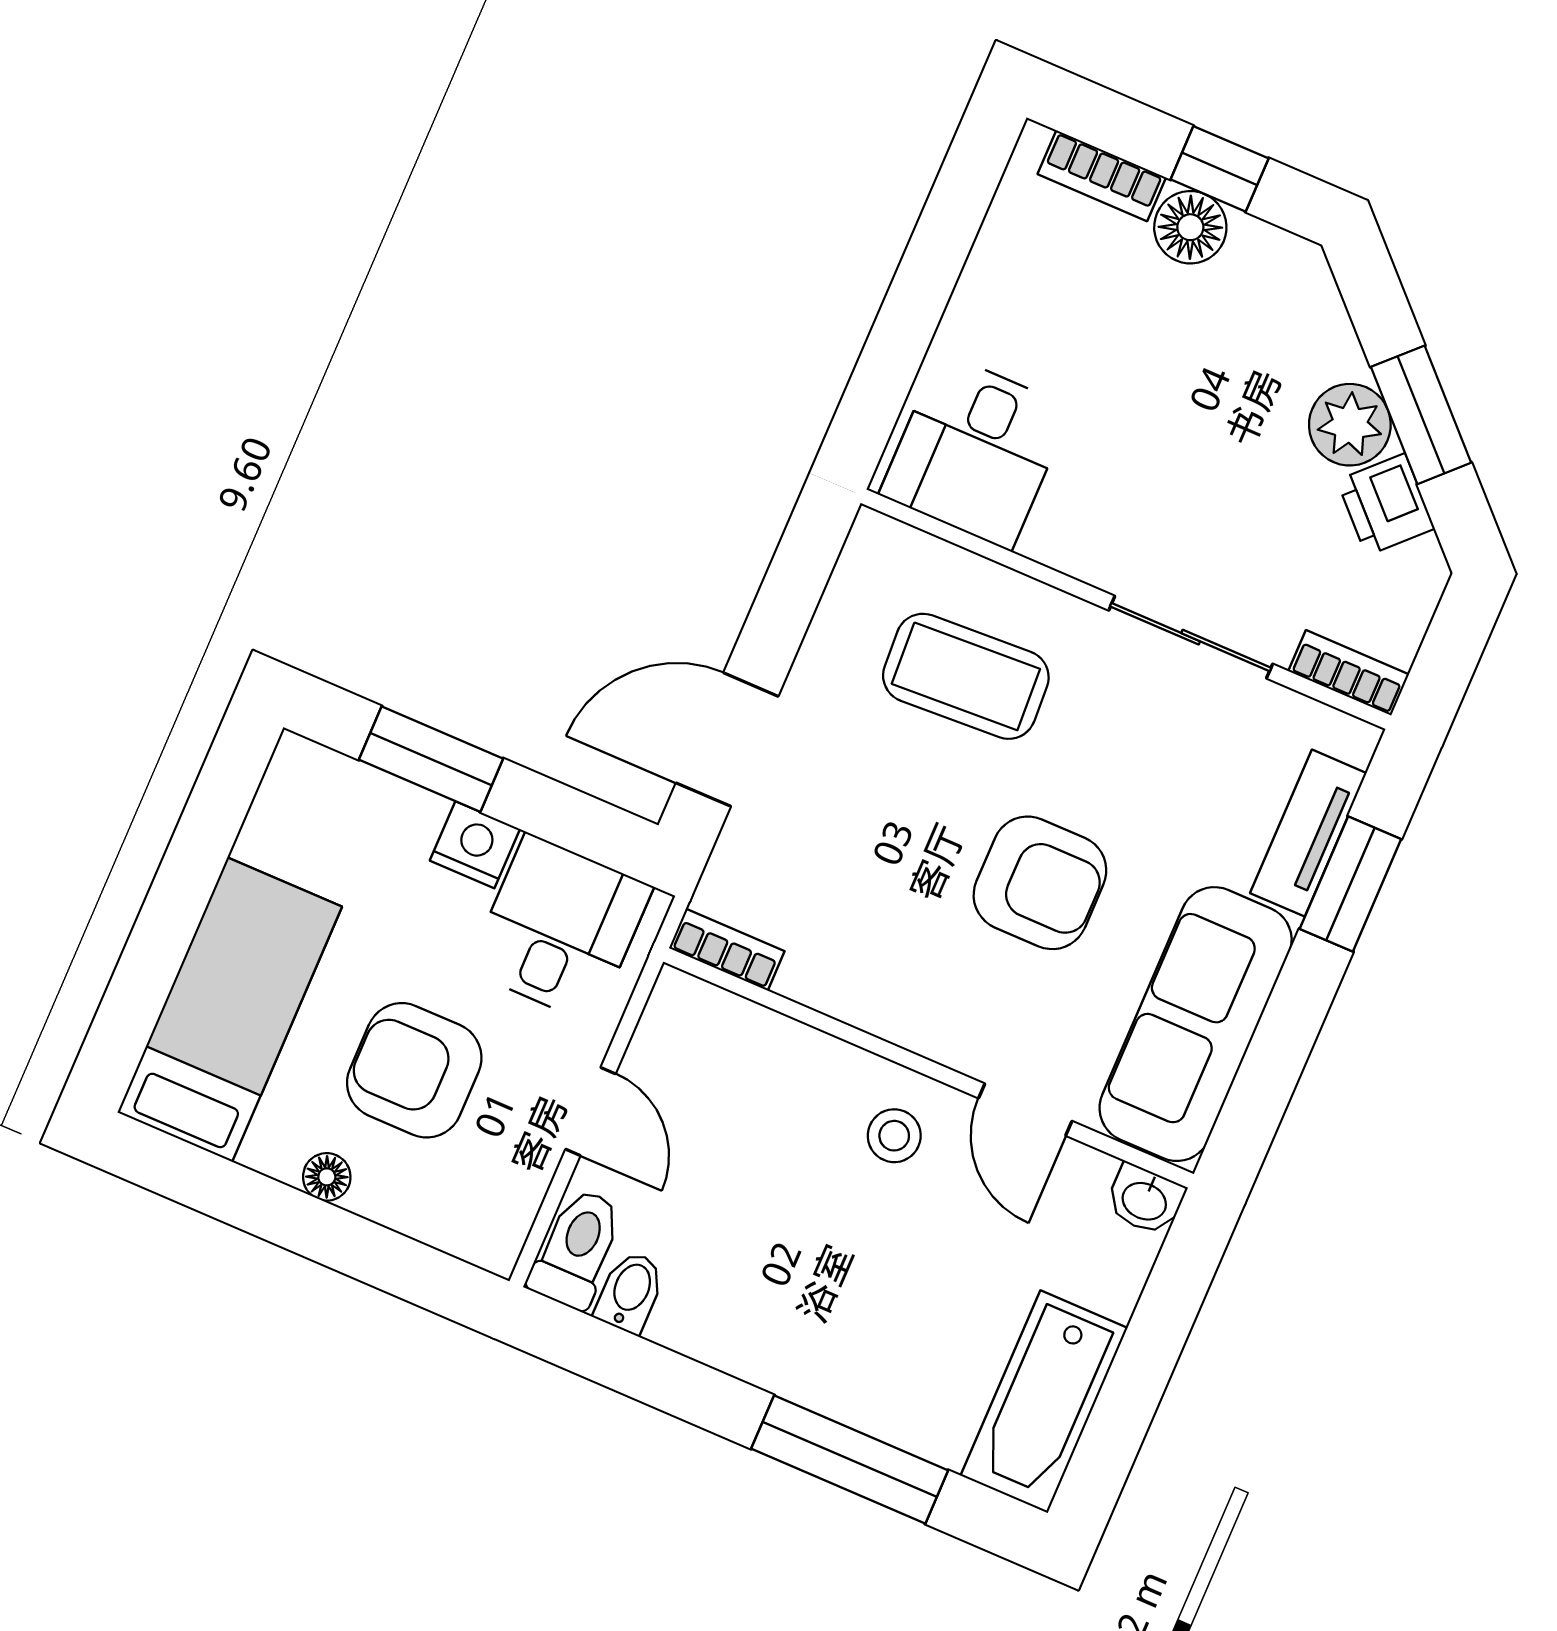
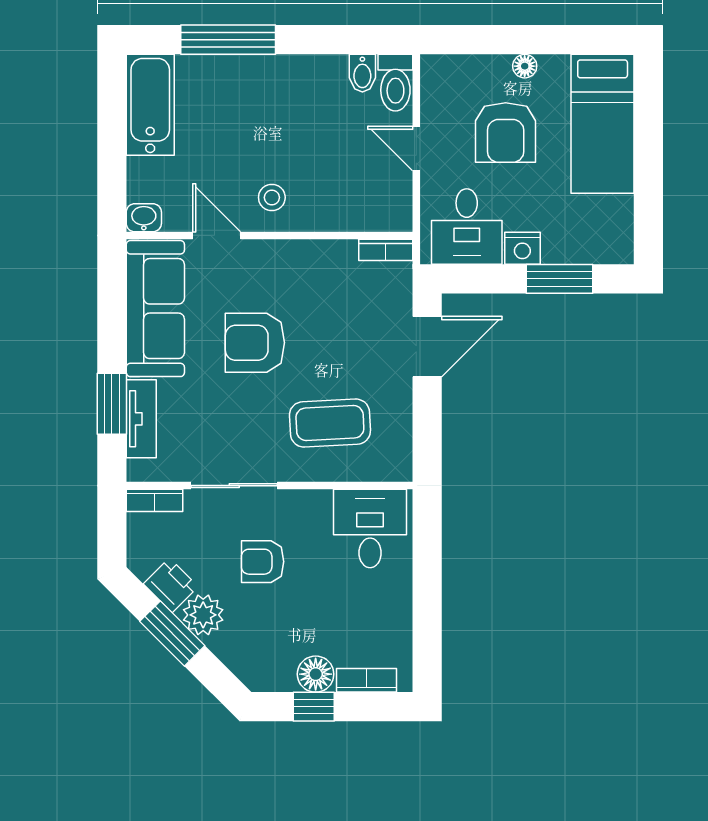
armchair: (1199, 475) -> (263, 562), added
armchair: (414, 1070) -> (506, 133), turned 90

